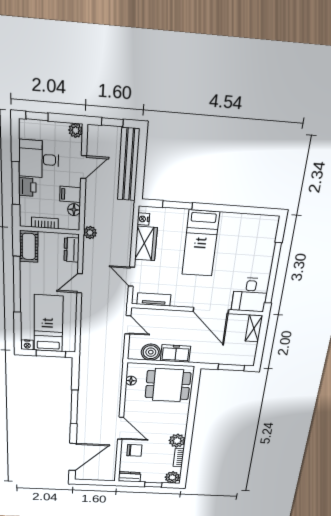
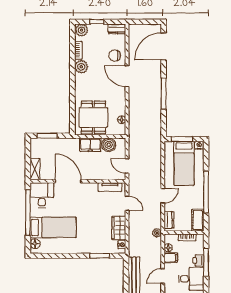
floor lamp: (270, 230) -> (35, 244), added
bed: (201, 243) -> (53, 227), moved, turned 90
dining table: (168, 385) -> (93, 117), turned 90

